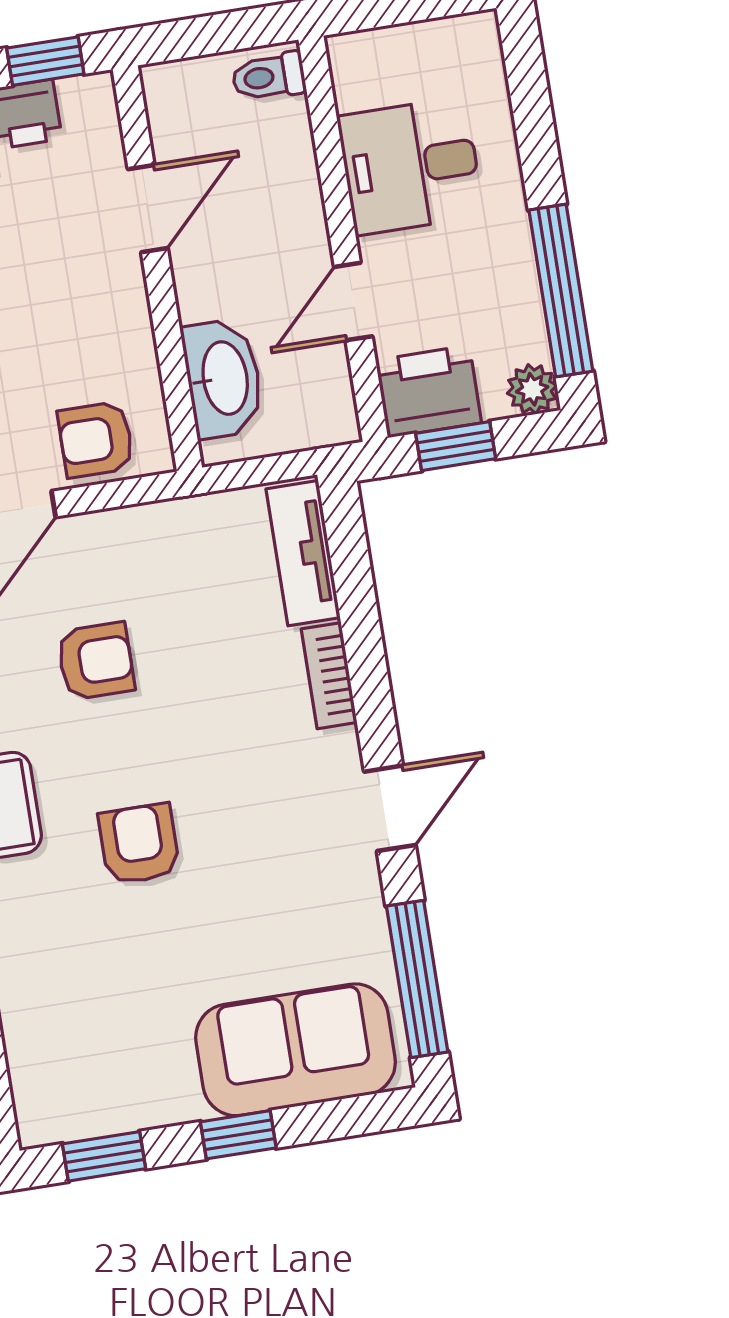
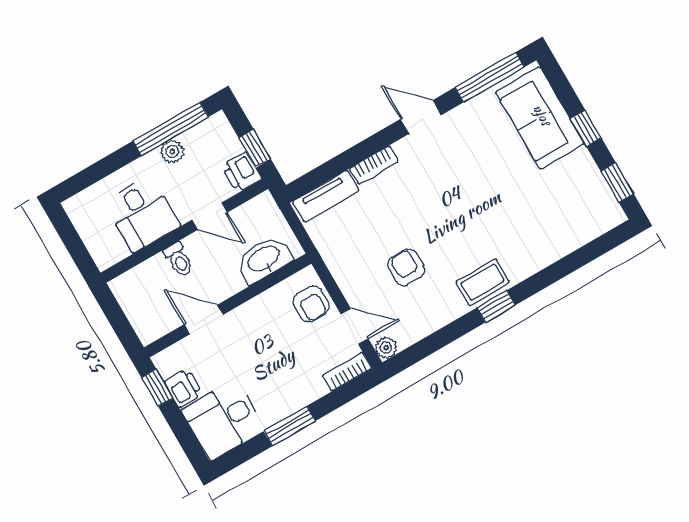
toilet: (269, 77) -> (179, 260), moved
plant: (532, 389) -> (172, 151), moved
printer: (428, 392) -> (242, 172), width x0.73, depth x0.81
armchair: (139, 844) -> (477, 219), removed

